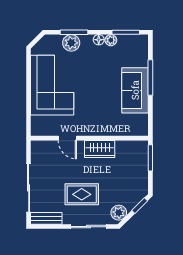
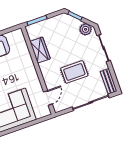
door: (67, 138) -> (48, 98), moved
wardrobe: (100, 149) -> (40, 50), moved
rug: (82, 194) -> (74, 72), moved, turned 90

